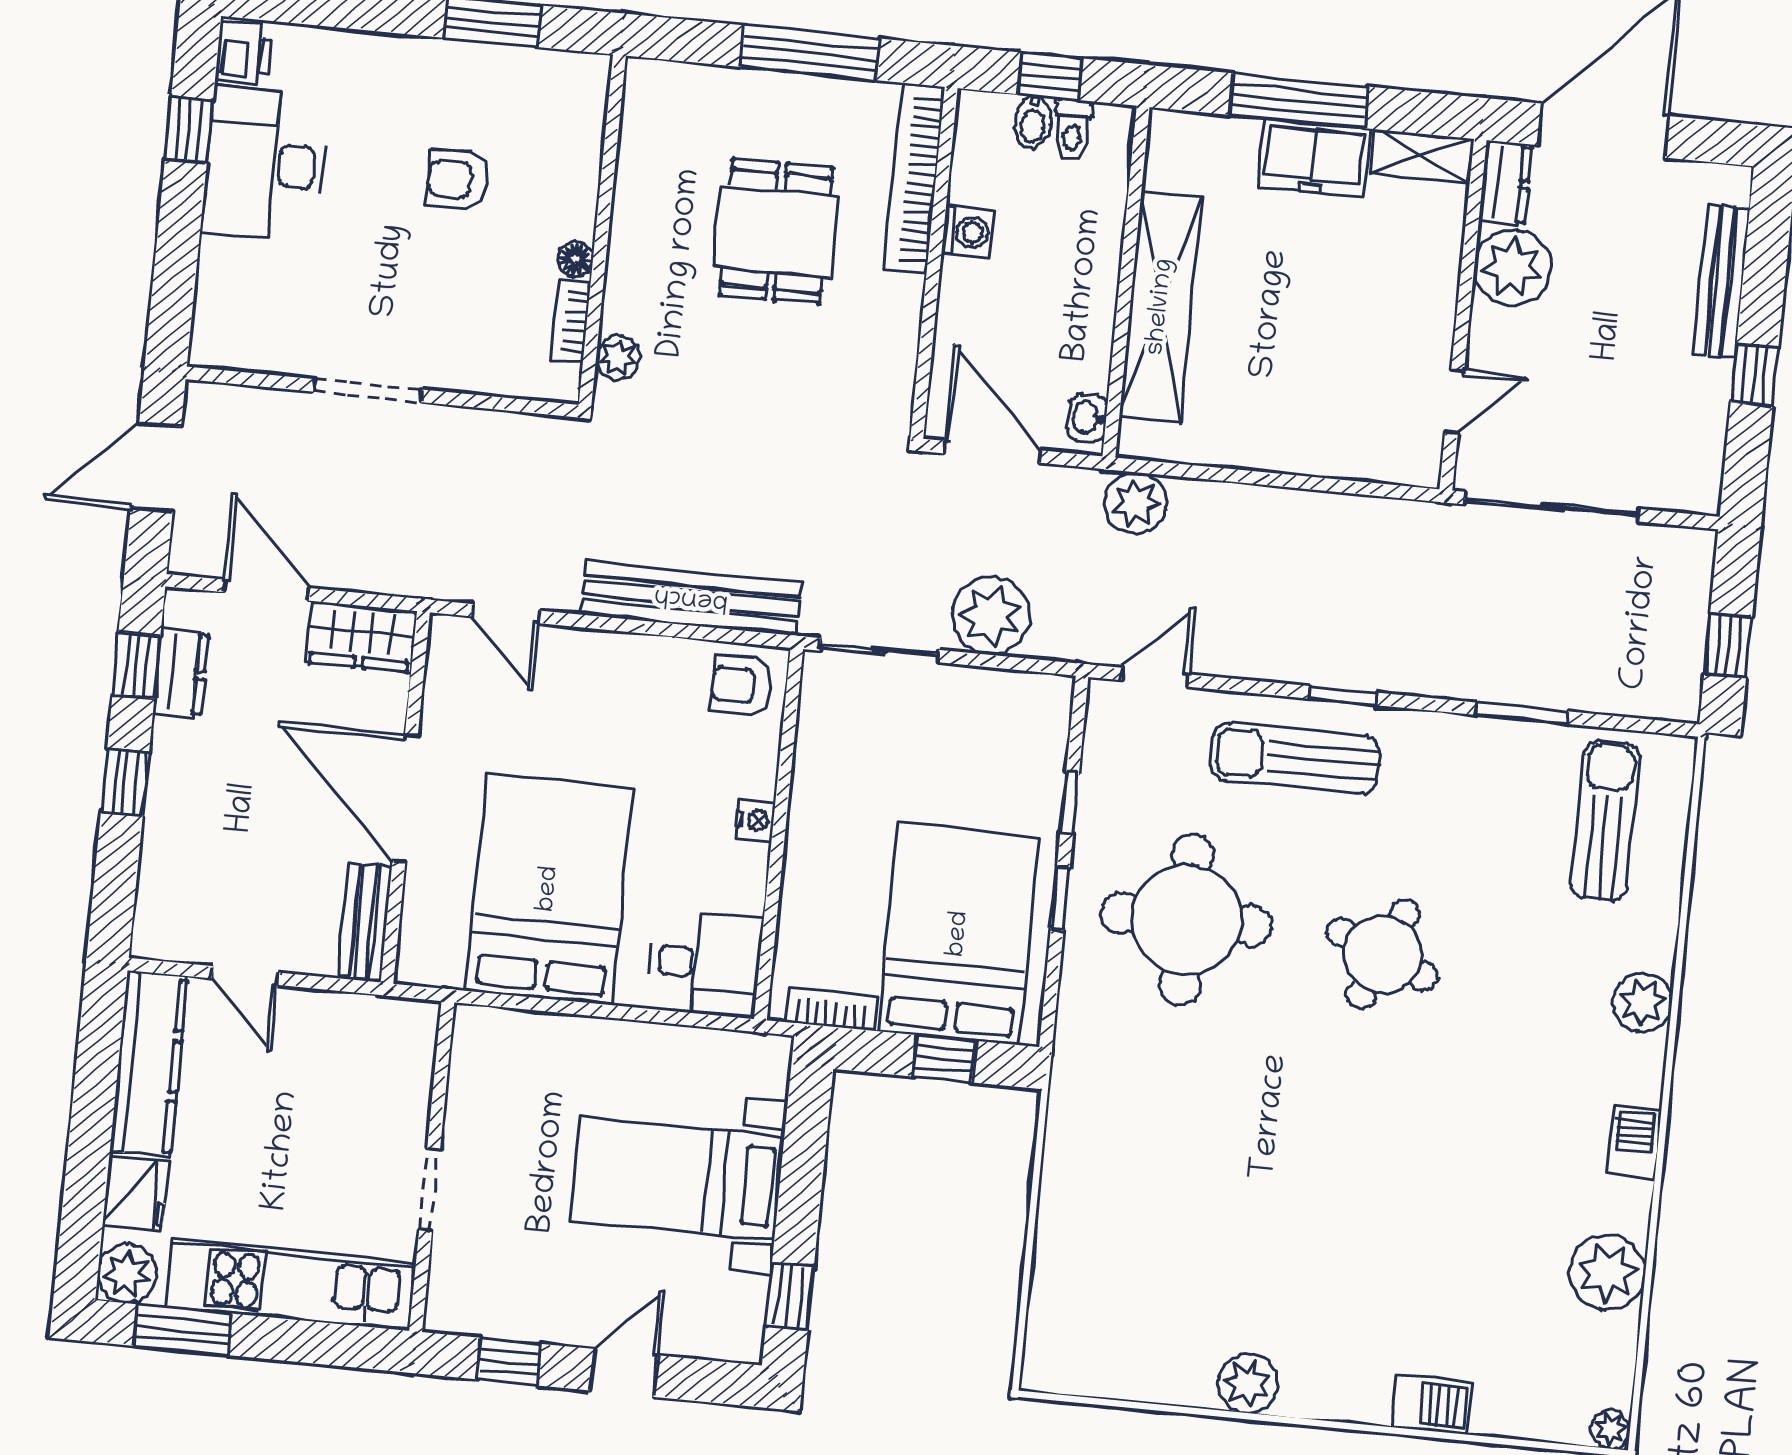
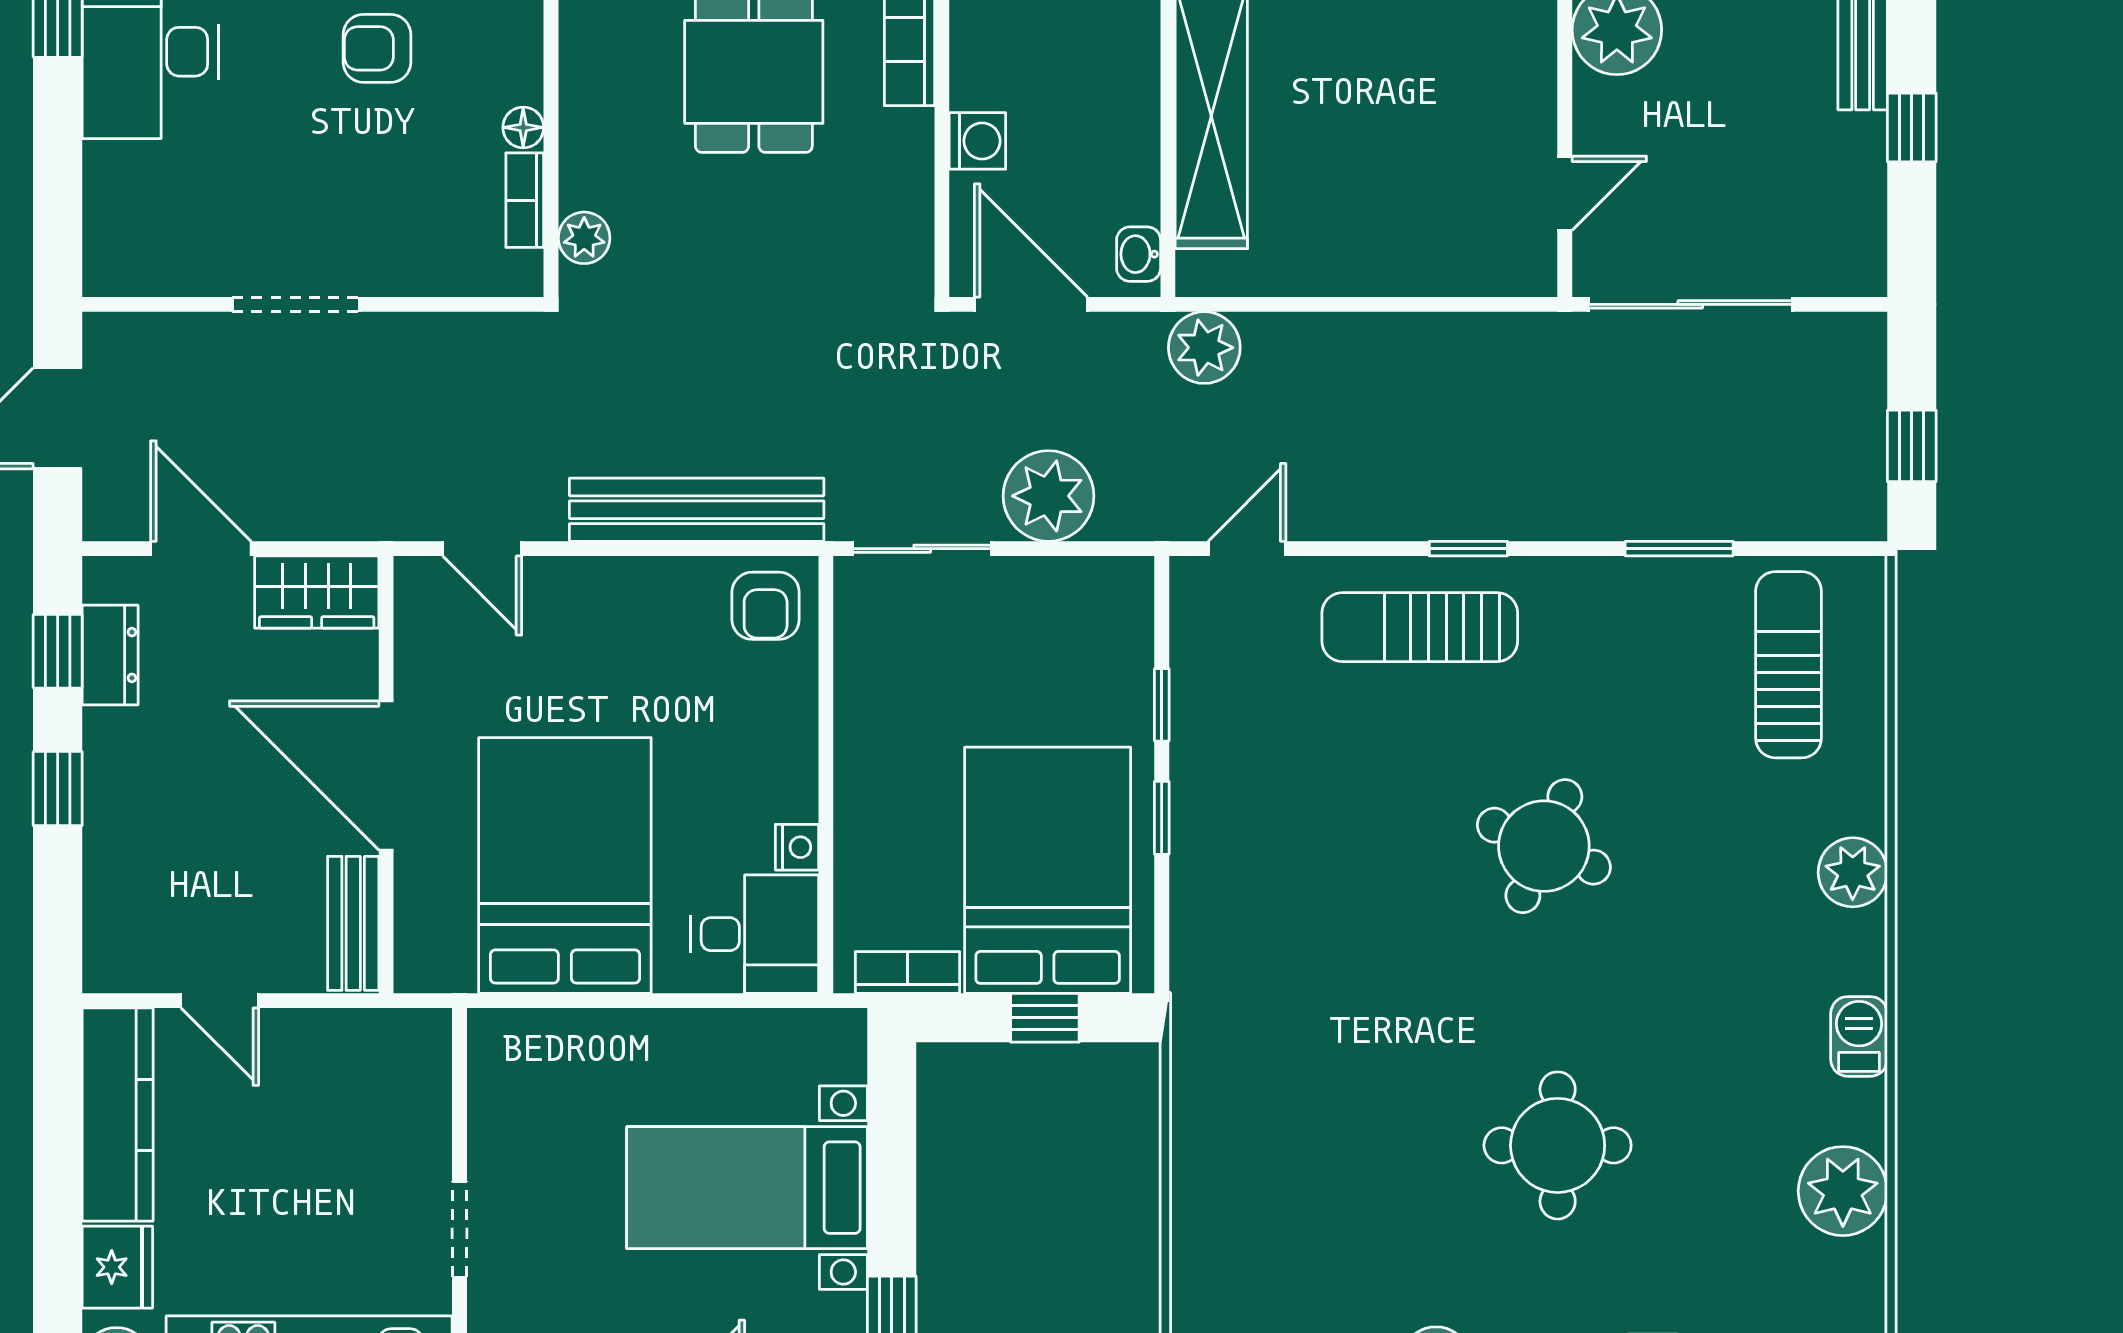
washing machine: (968, 232) -> (977, 141), moved
armchair: (741, 686) -> (766, 606), turned -90
nightstand: (755, 820) -> (797, 847), moved
round table: (1186, 919) -> (1558, 1145), moved, width x0.73, depth x0.73

